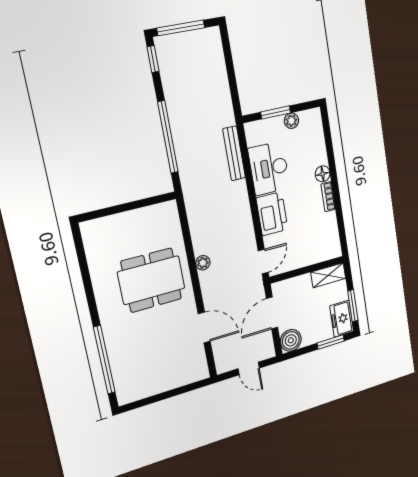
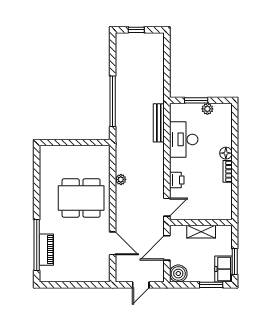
window: (181, 28) -> (136, 30), width x0.46
window: (153, 59) -> (113, 47), removed
printer: (272, 214) -> (177, 180), width x0.53, depth x0.68
plant: (203, 263) -> (121, 179), moved
shelving: (328, 275) -> (201, 232), moved
piano: (119, 362) -> (46, 250), added
door: (249, 368) -> (141, 285), hinge flipped

